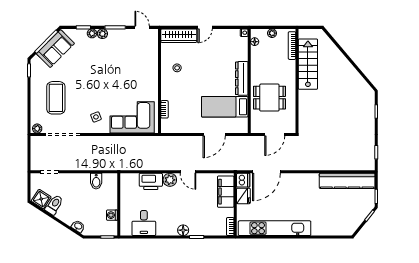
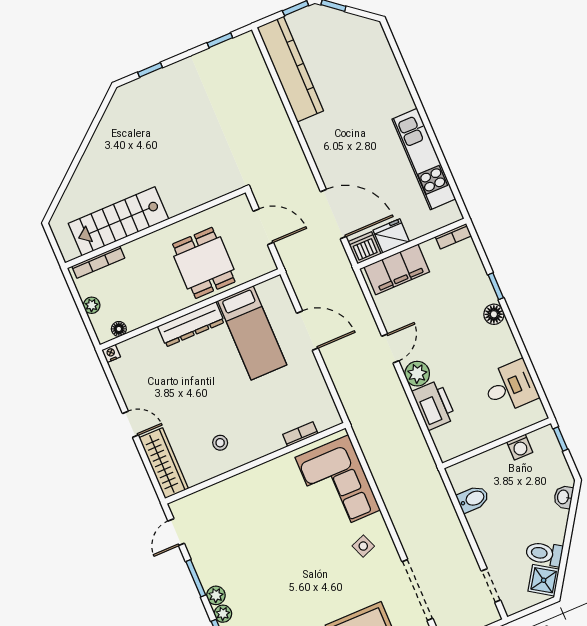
kitchen unit: (275, 228) -> (424, 159), width x0.73

